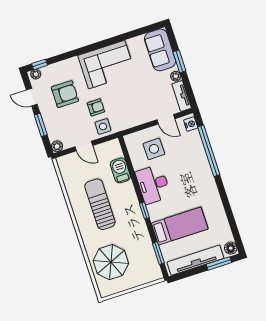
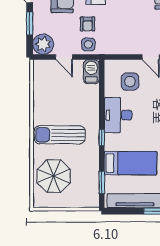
armchair: (96, 107) -> (88, 24), turned 90
plant: (57, 146) -> (43, 44), width x1.87, depth x1.87
barbecue: (120, 170) -> (91, 72), moved
sun lounger: (100, 204) -> (60, 135), moved, turned -90

